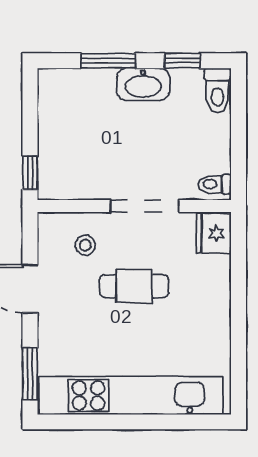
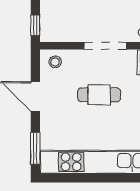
stool: (85, 245) -> (55, 62), moved

